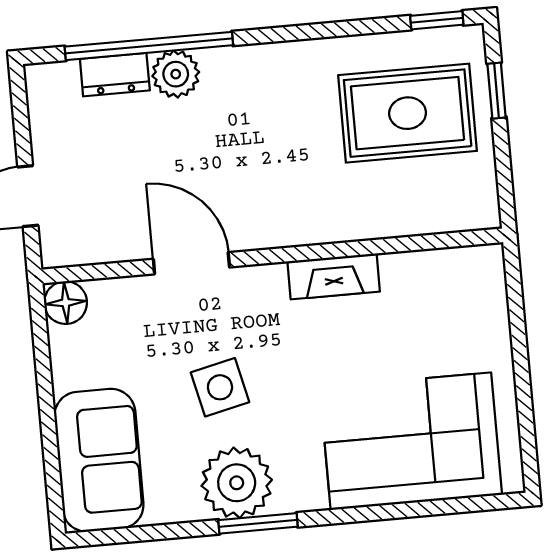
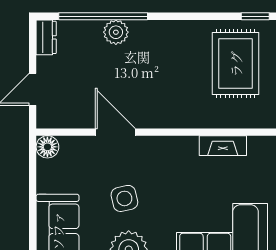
dresser: (115, 75) -> (46, 37), moved, turned -90
rug: (408, 113) -> (236, 64), turned 90
fireplace: (334, 276) -> (223, 146), moved

